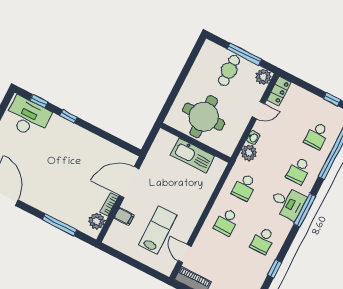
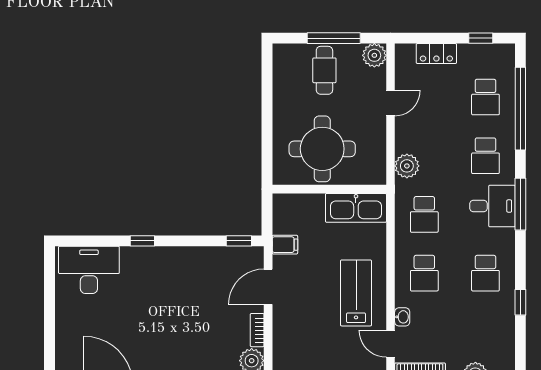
locker: (279, 91) -> (436, 54), moved, turned 90
window: (39, 101) -> (239, 241), moved
washbasin: (253, 137) -> (402, 317), moved
kitchen sink: (193, 155) -> (356, 208), moved
door: (129, 182) -> (268, 287), width x0.73
filing cabinet: (124, 217) -> (285, 245), moved
lab bench: (158, 230) -> (356, 293), moved

